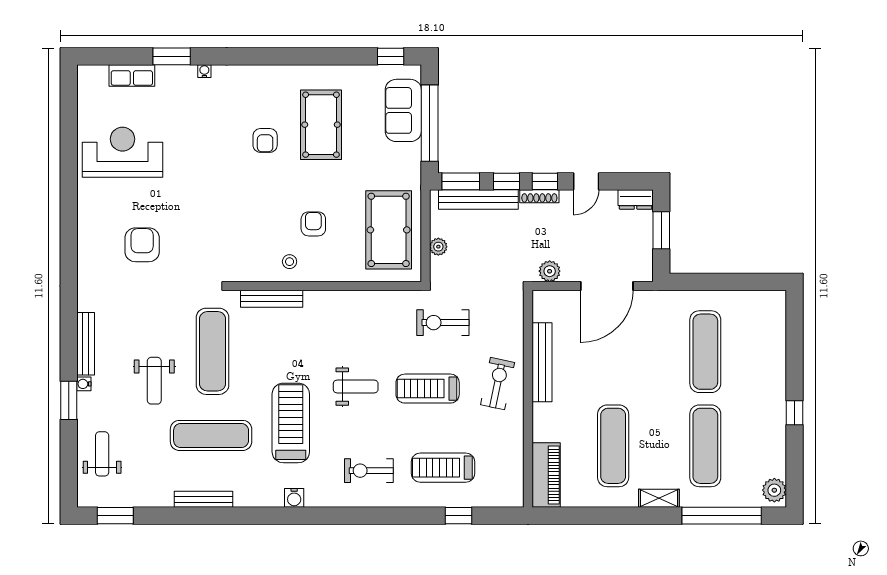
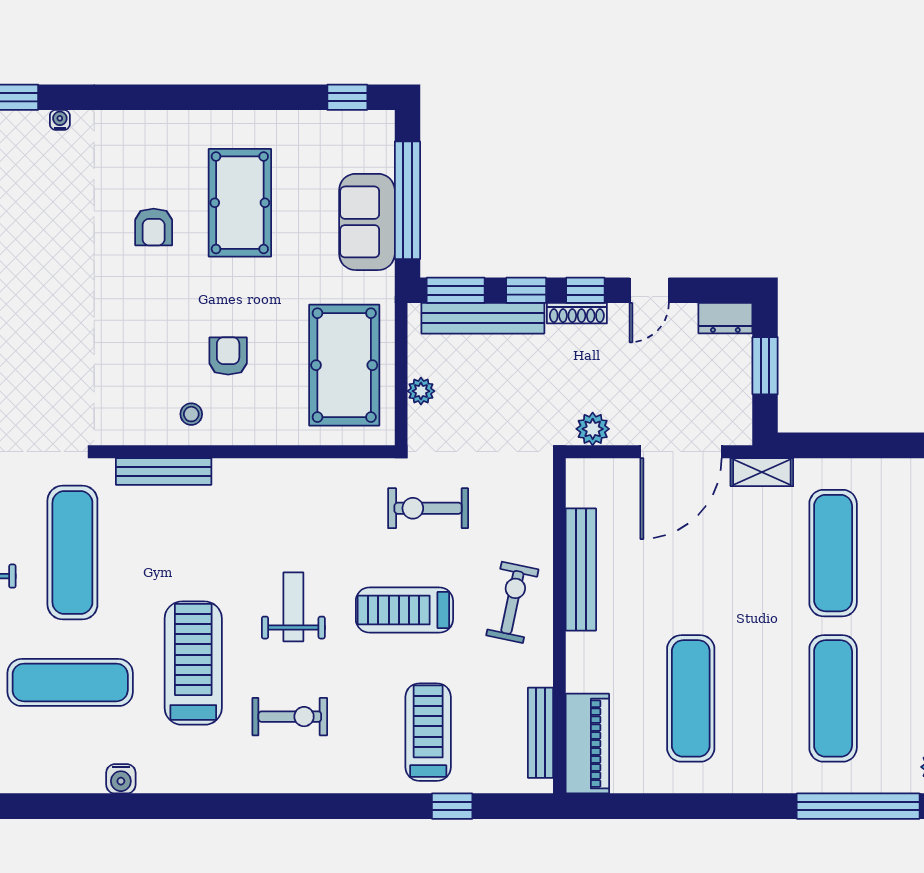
sofa: (403, 110) -> (367, 222), moved
weight bench: (356, 387) -> (293, 607), turned -90
treadmill: (443, 468) -> (428, 732), turned 90
exercise bike: (369, 471) -> (290, 717), moved, turned 180
water cooler: (294, 498) -> (121, 779), moved
shelving: (659, 498) -> (762, 472), moved
bench: (204, 499) -> (540, 733), moved, turned 90

